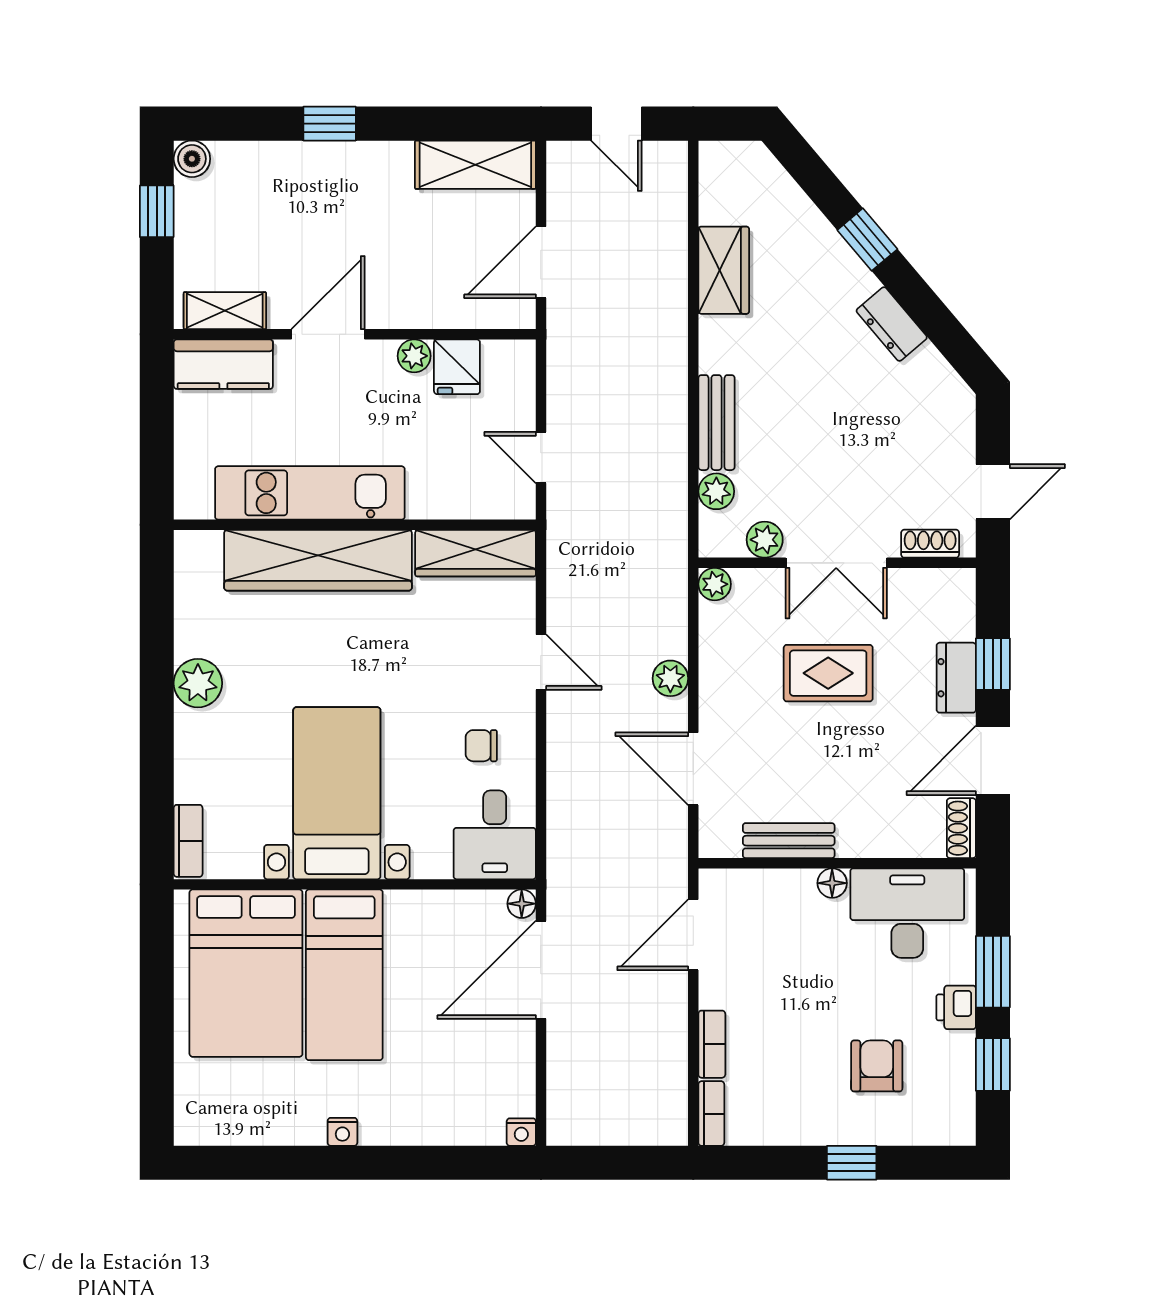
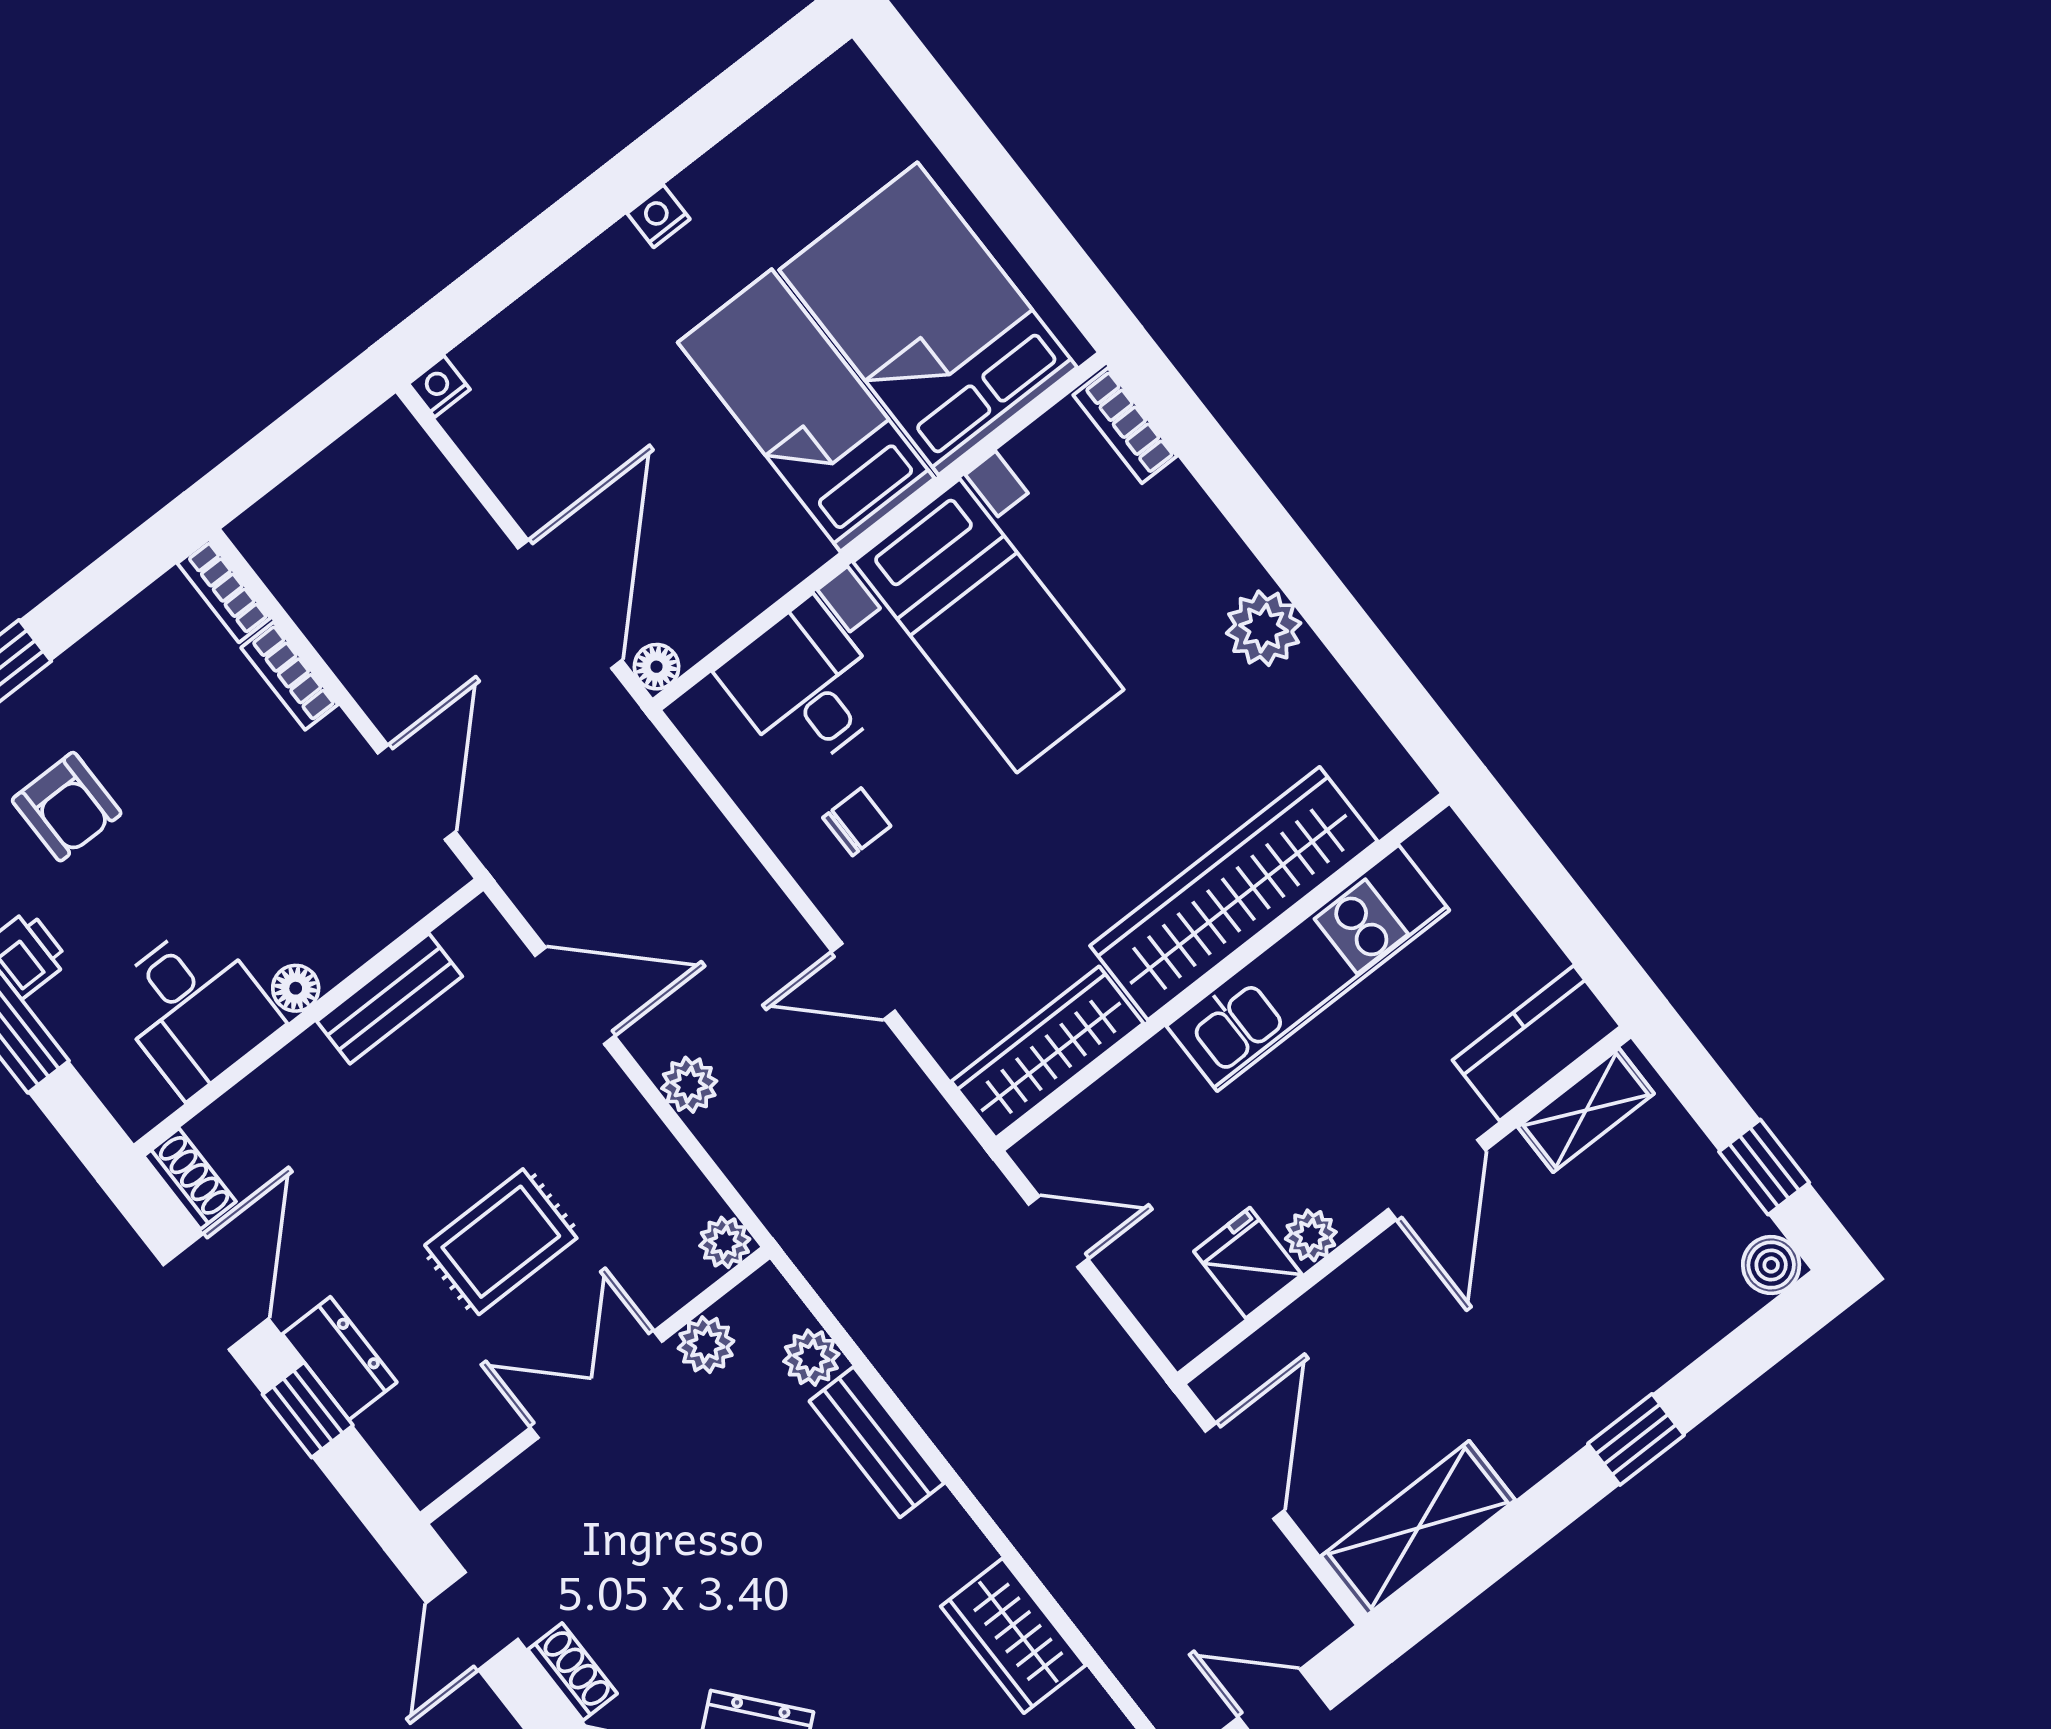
shoe rack: (930, 544) -> (572, 1672), moved, turned -90
desk: (495, 835) -> (805, 687), moved
desk: (907, 913) -> (194, 1008), width x0.73

